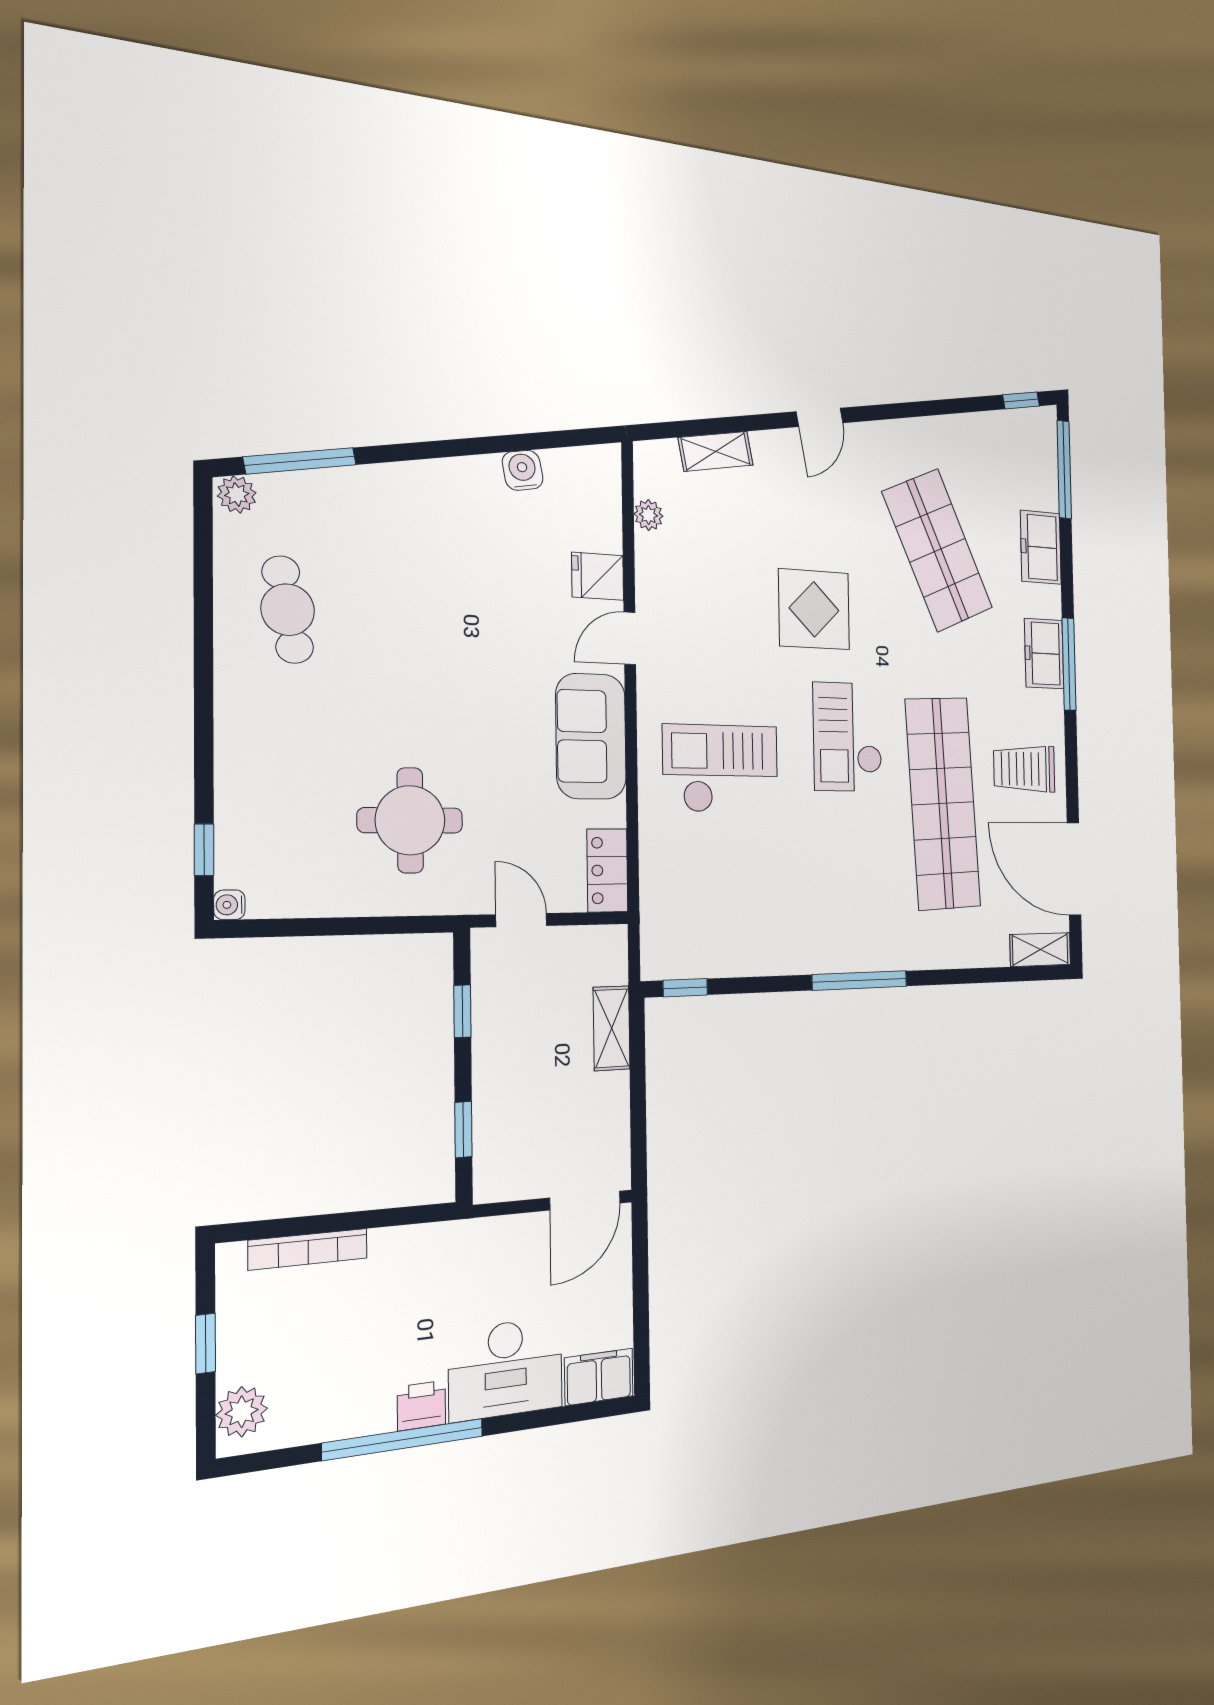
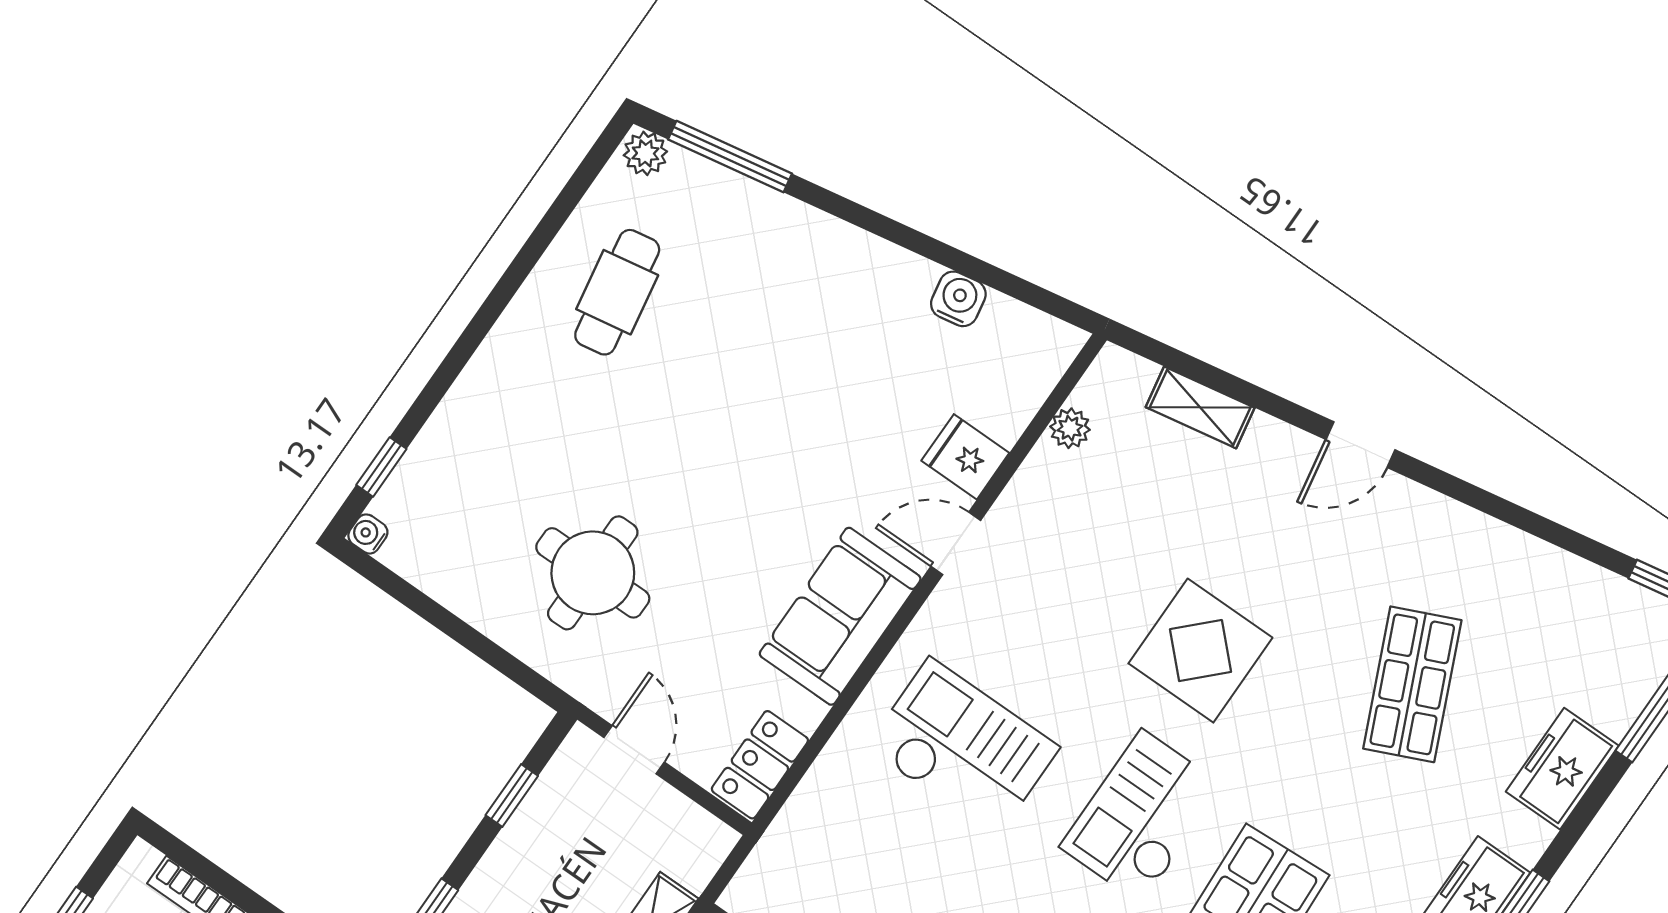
shop shelf: (938, 550) -> (1412, 684), width x0.70, depth x0.74

